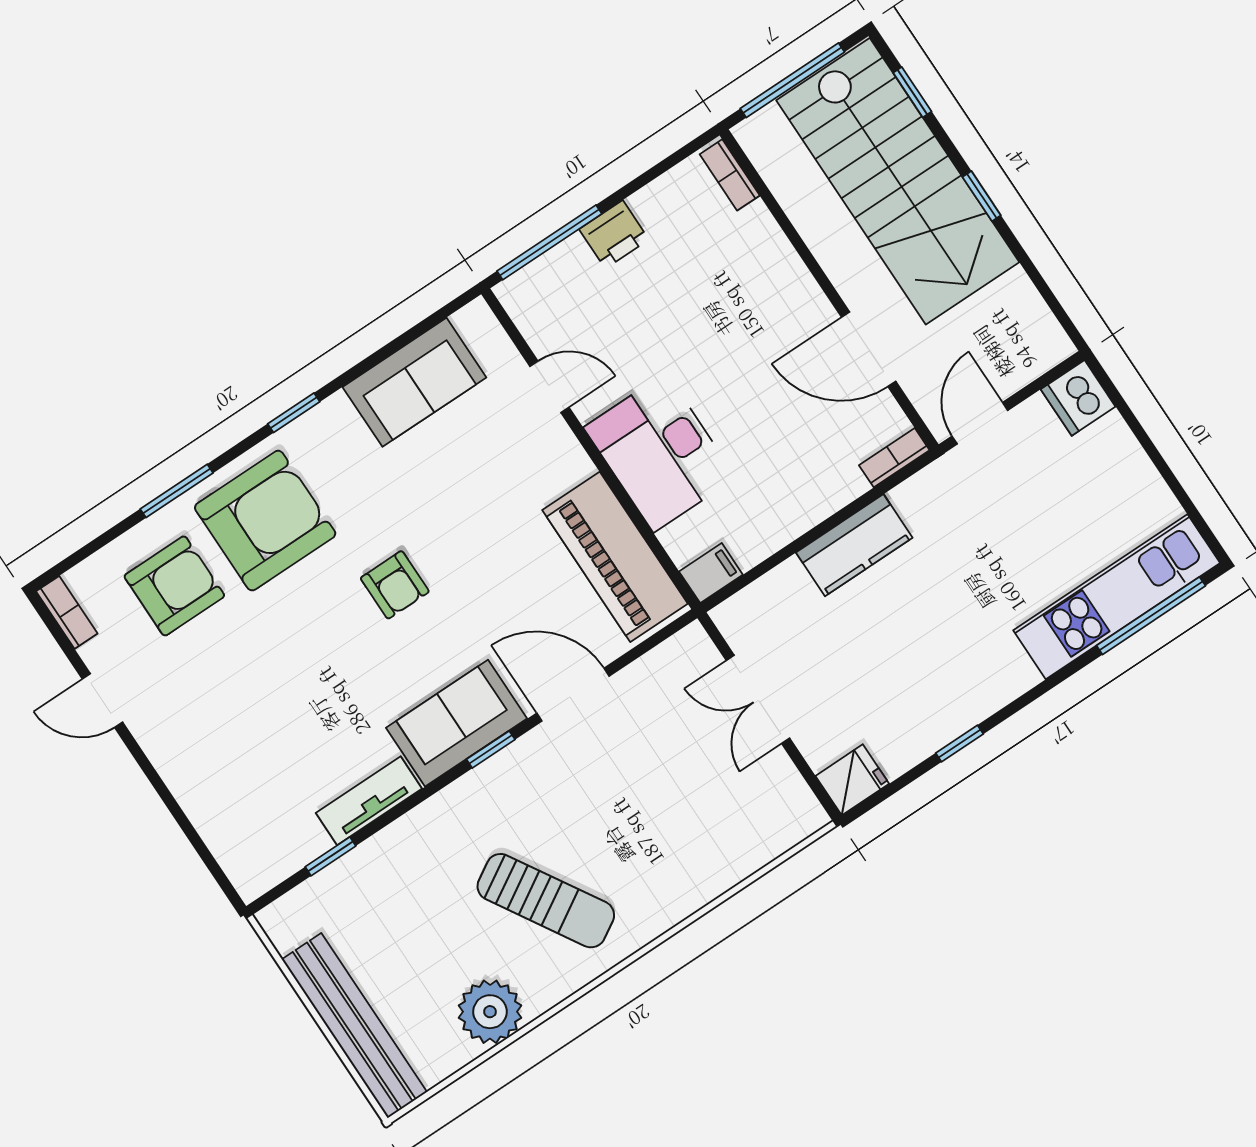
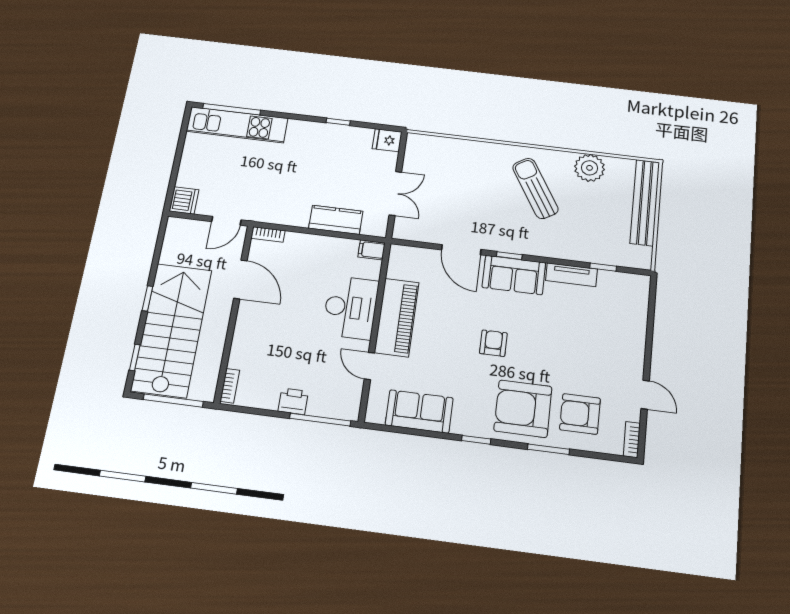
kitchen counter: (854, 545) -> (336, 220), moved
piano: (615, 557) -> (397, 317), moved

